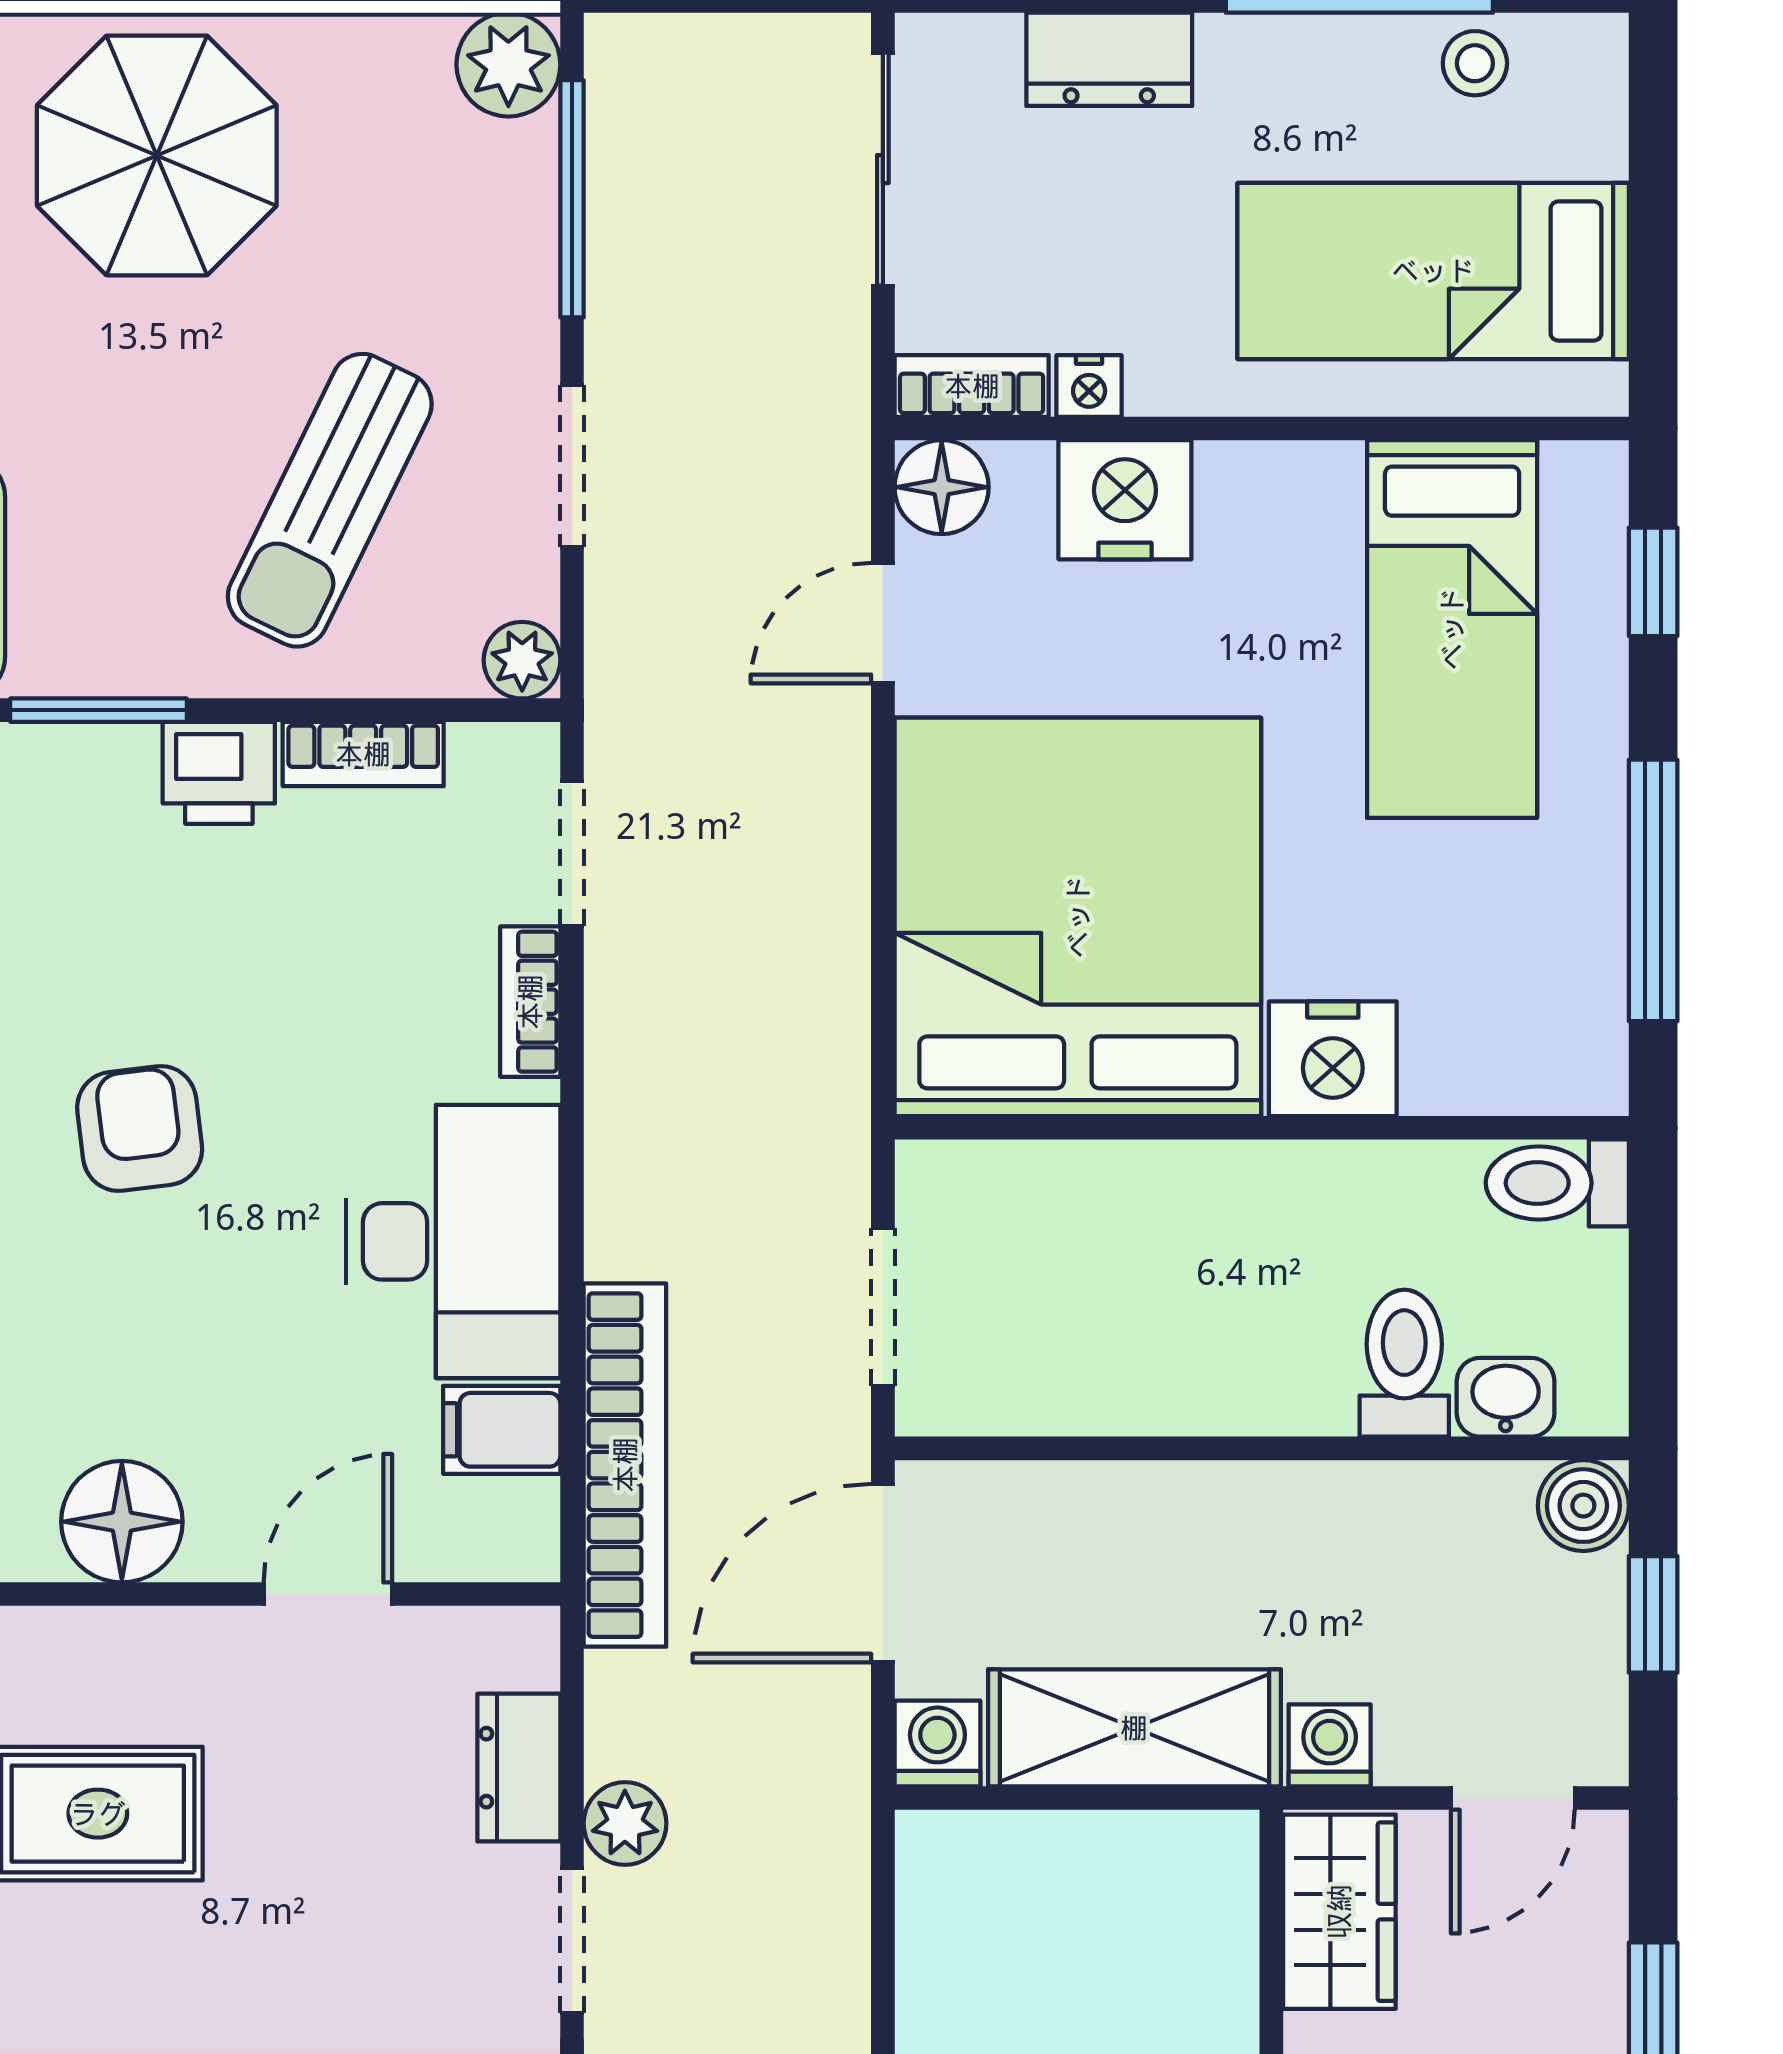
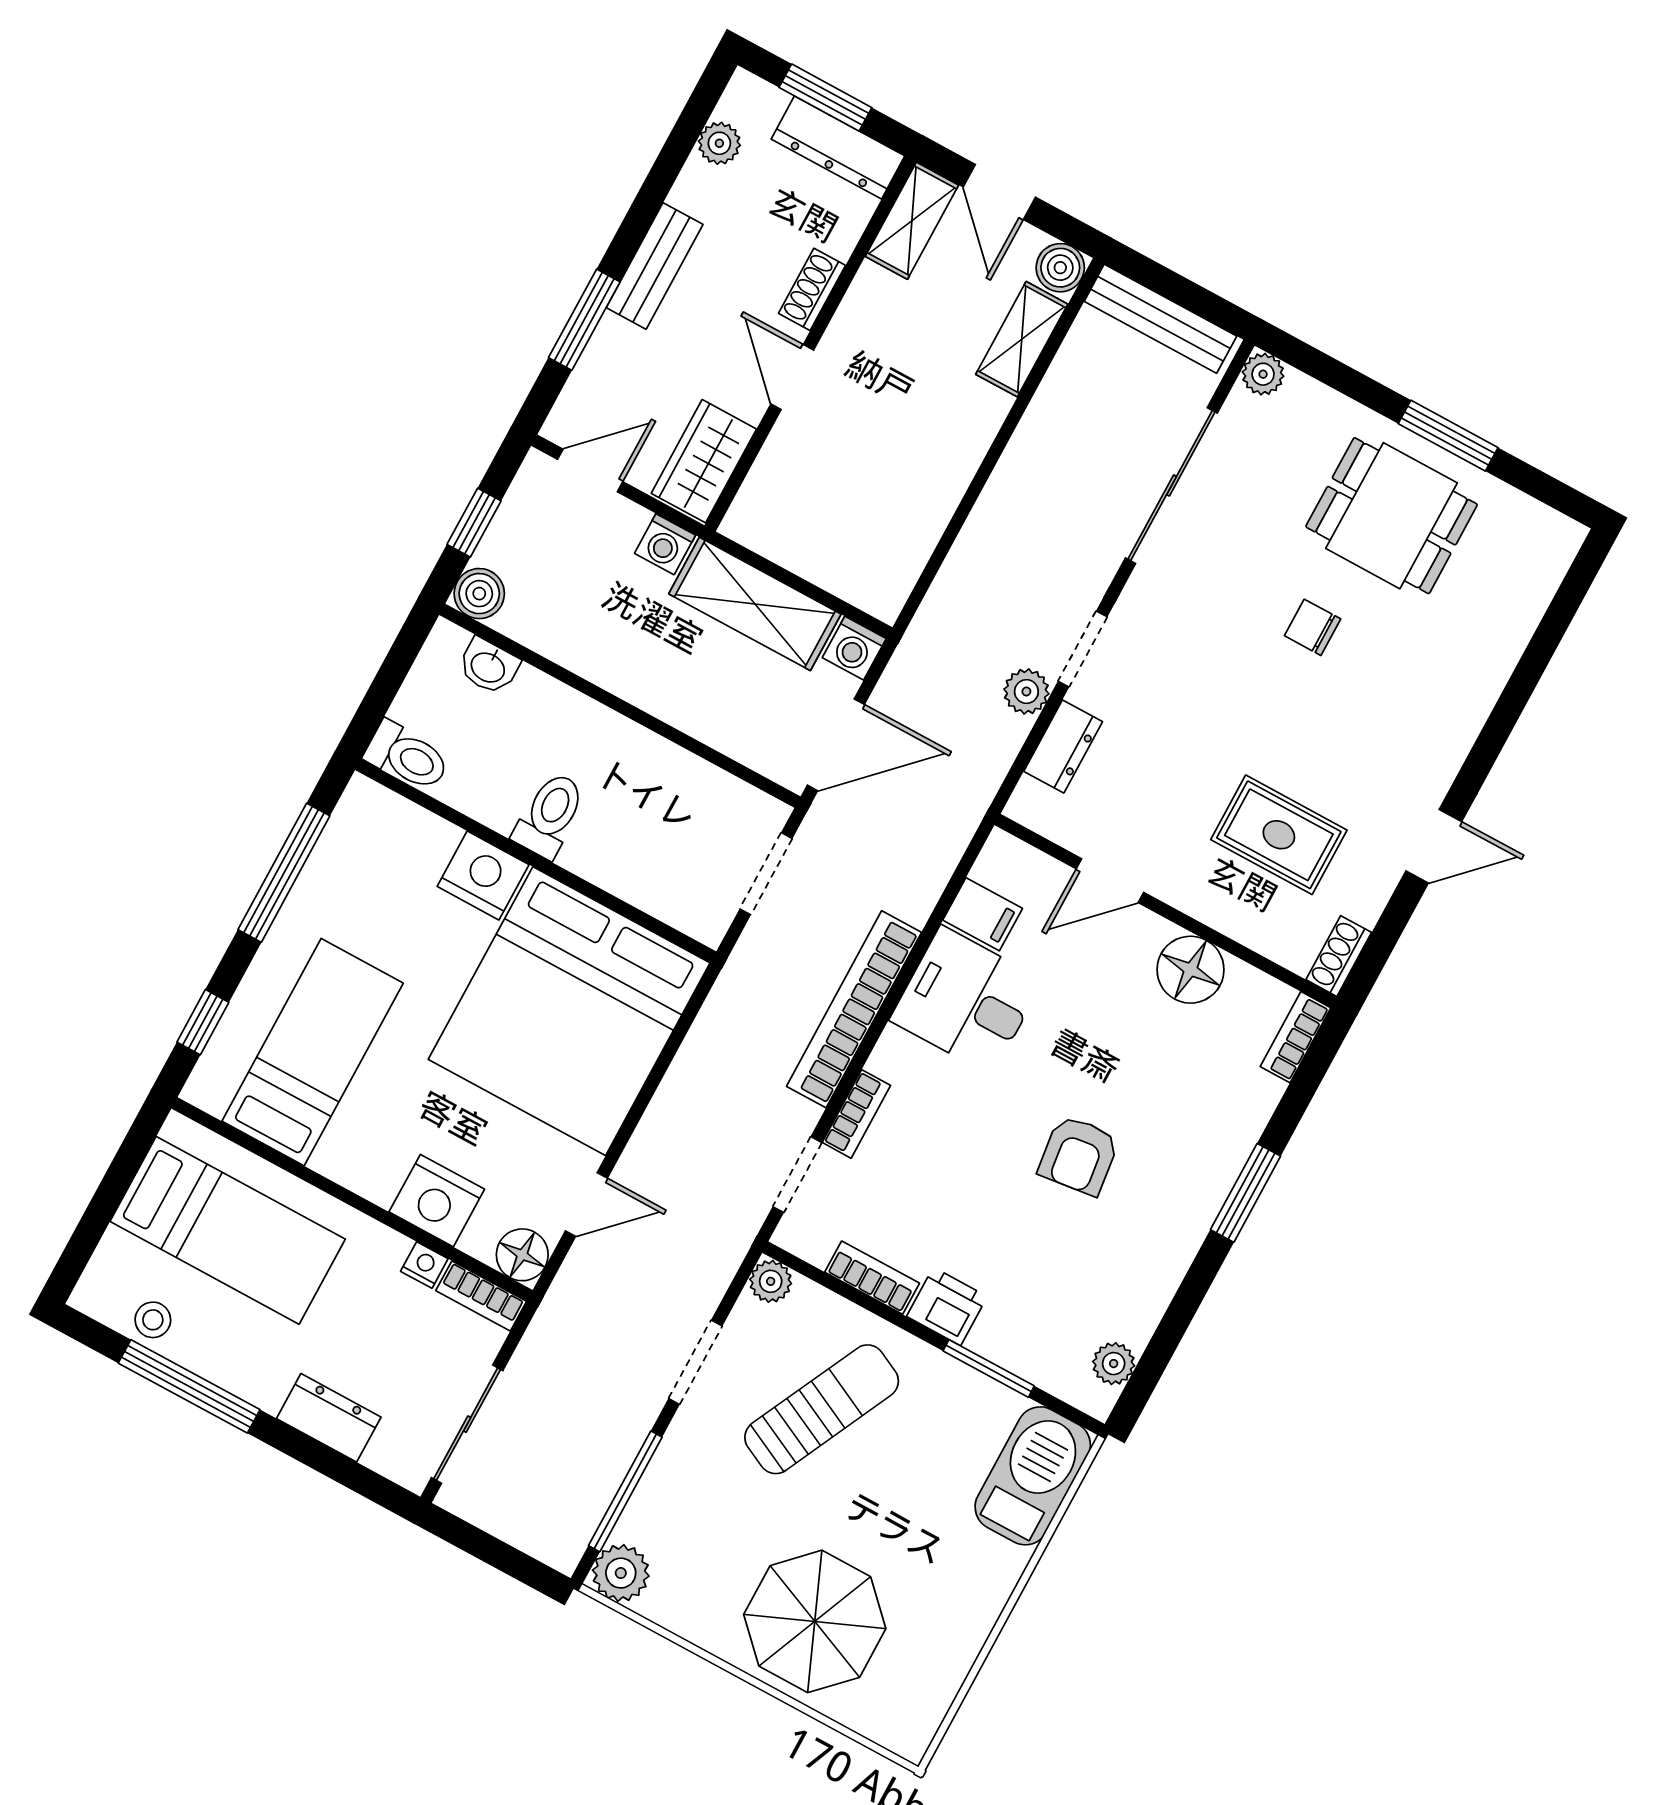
desk: (453, 1241) -> (966, 1000), width x0.73
toilet: (1404, 1363) -> (550, 815), moved, turned 180
bookcase: (625, 1465) -> (854, 1009), moved

